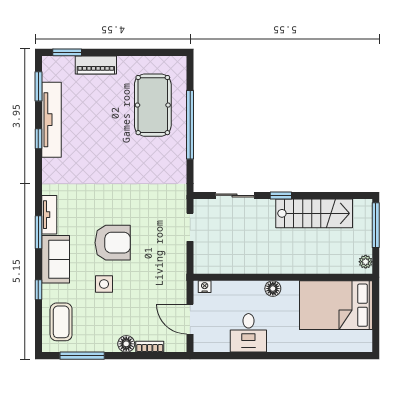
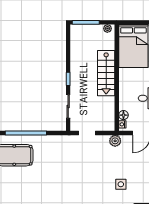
stairs: (314, 213) -> (106, 73), moved, turned 180
armchair: (113, 243) -> (96, 179), removed
plant: (177, 274) -> (115, 141), added
floor lamp: (273, 289) -> (123, 115), moved

